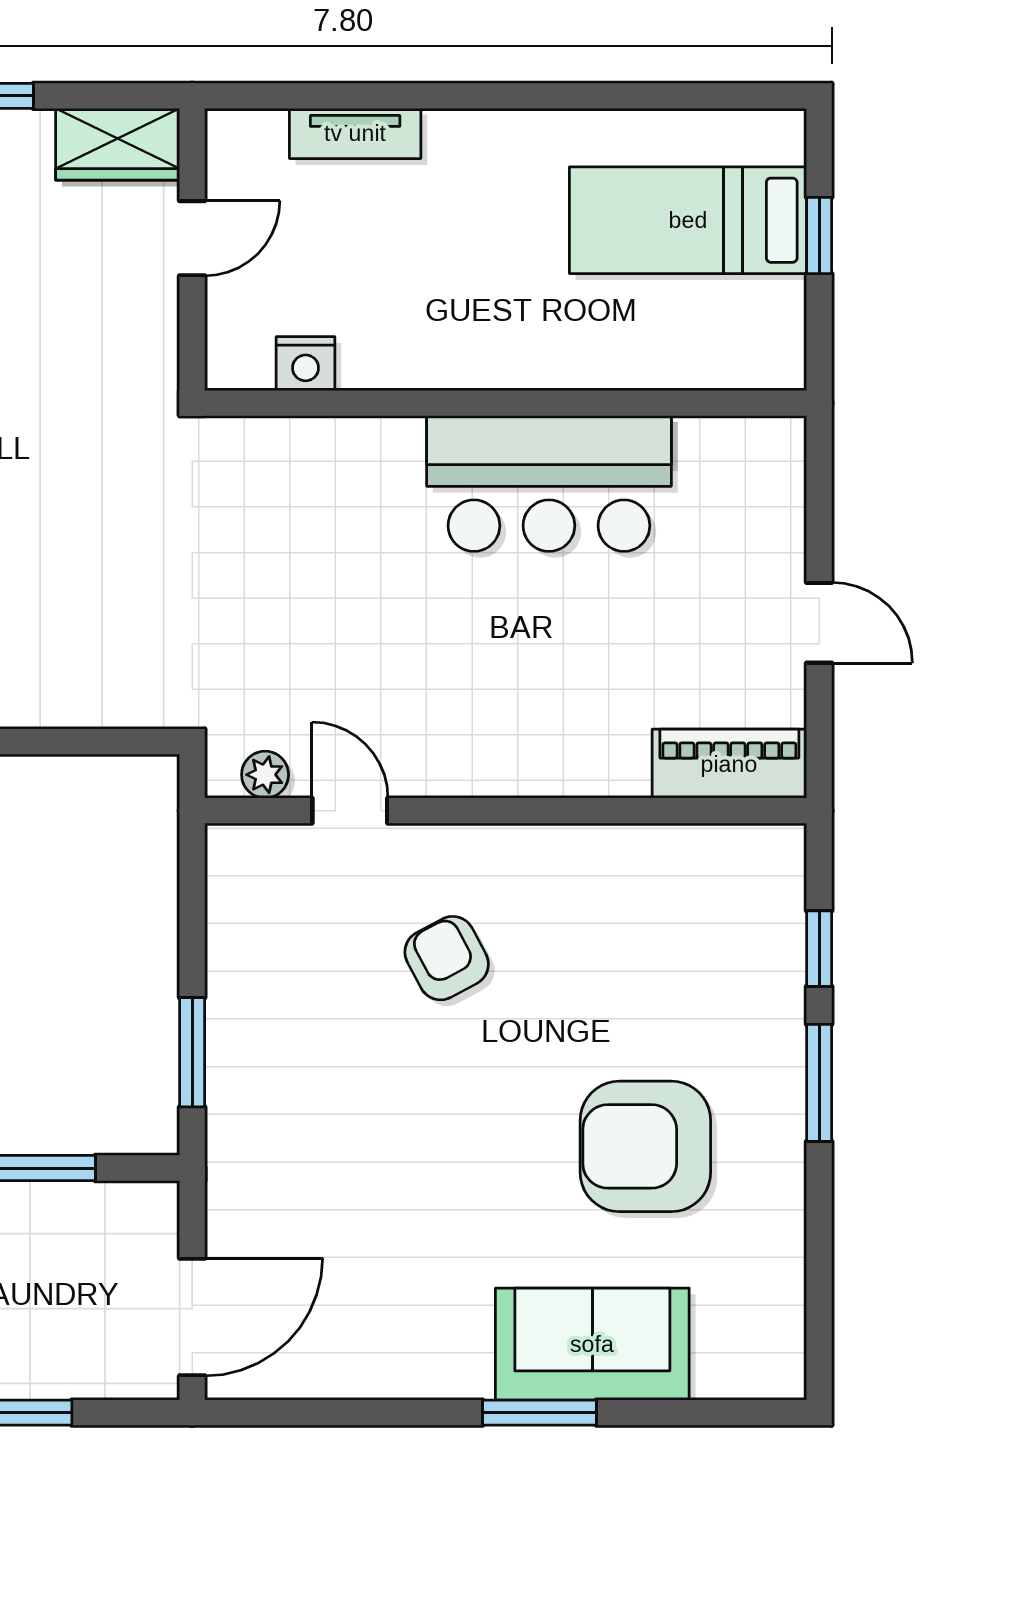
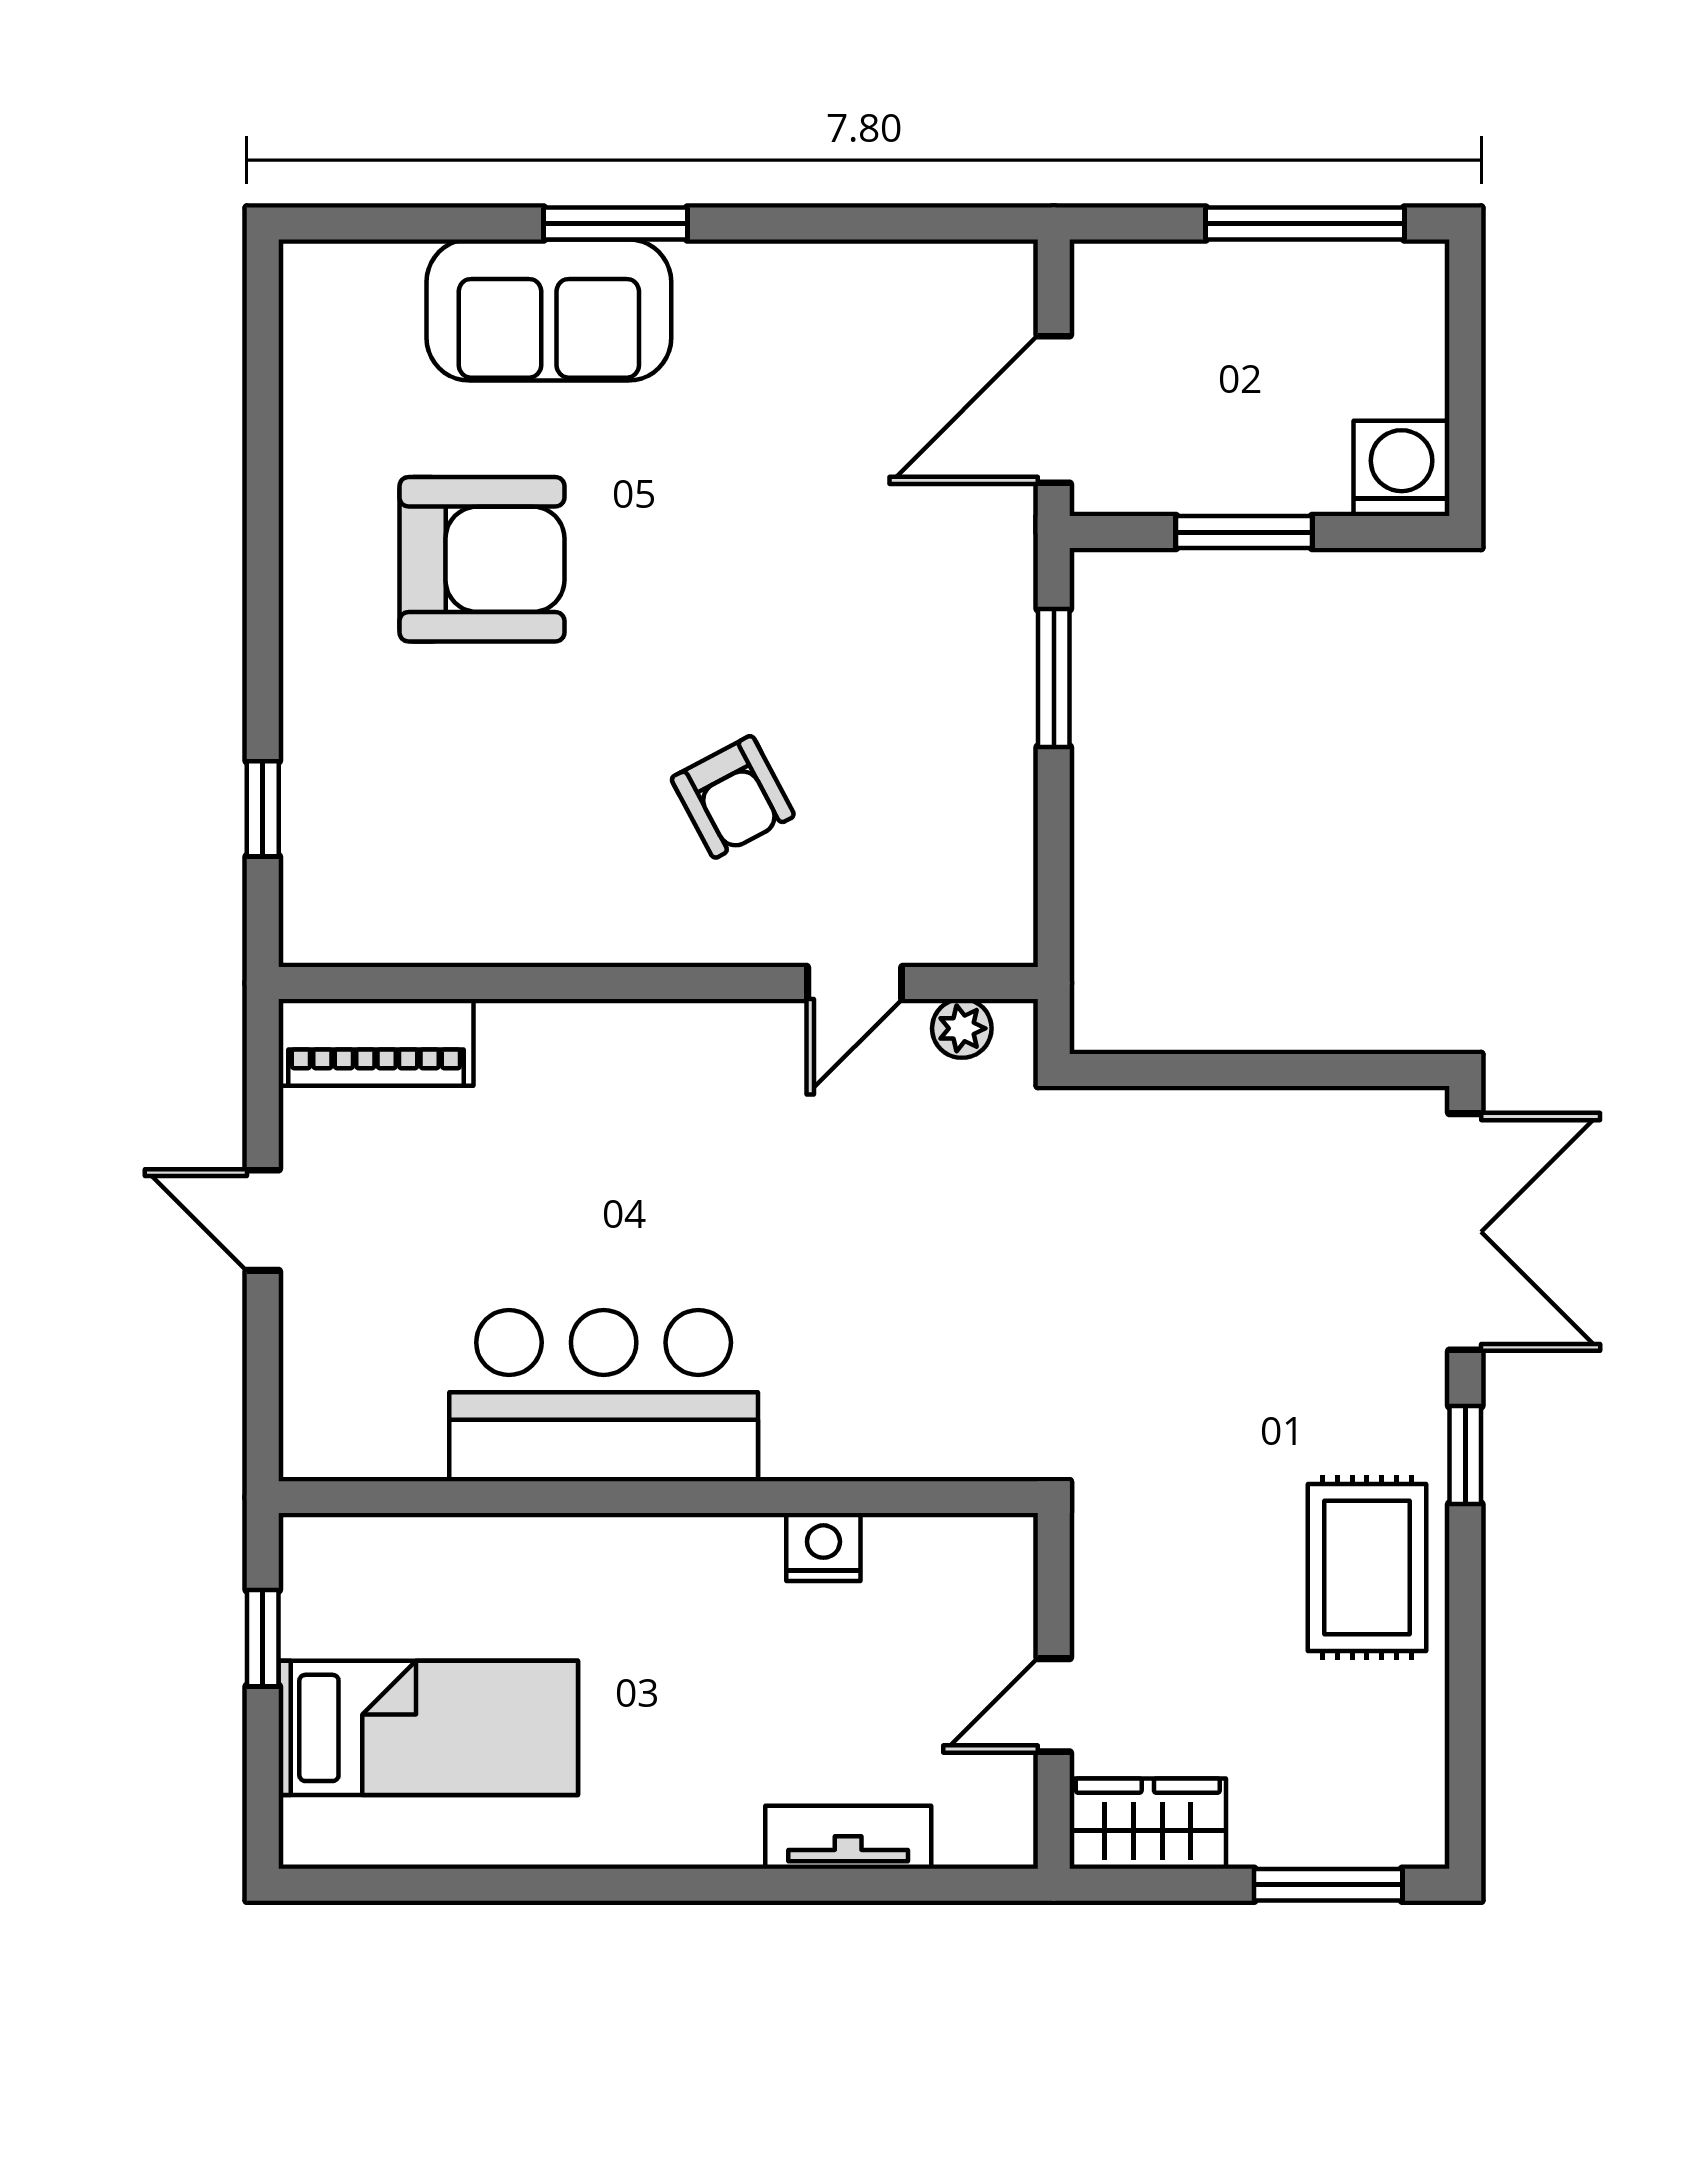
window: (819, 235) -> (263, 1638), moved
nightstand: (306, 364) -> (823, 1547), moved
door: (350, 811) -> (855, 983), hinge flipped
window: (819, 1083) -> (263, 639), removed
door: (192, 1317) -> (1054, 410), moved

